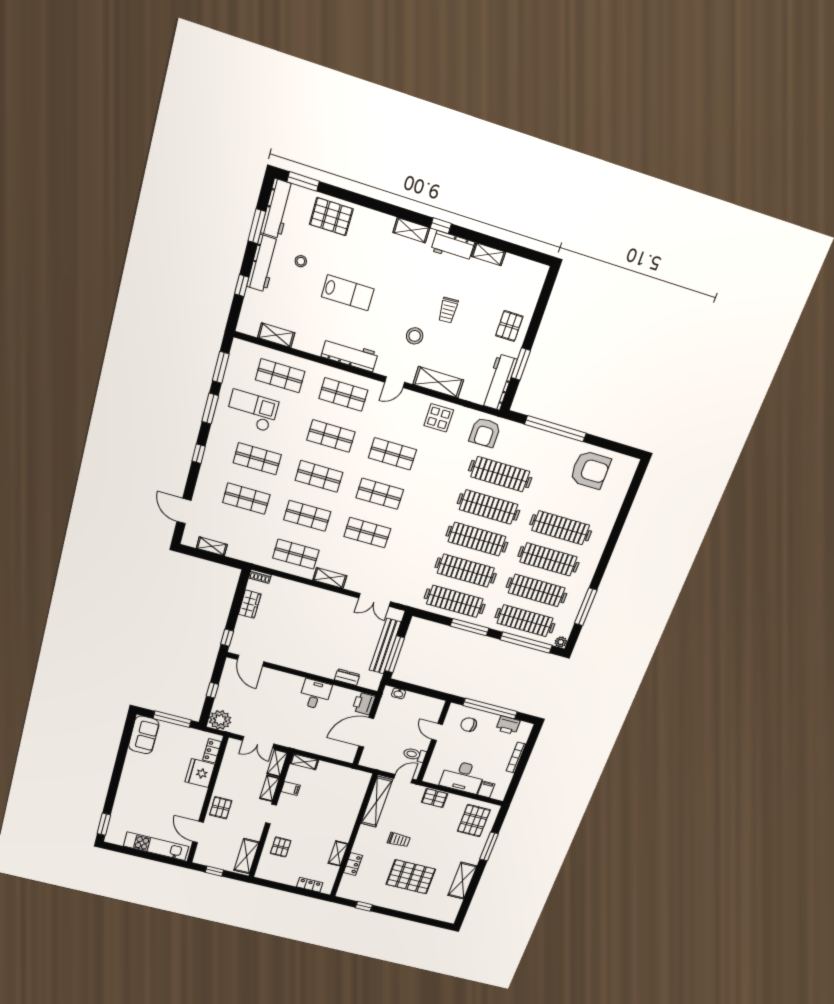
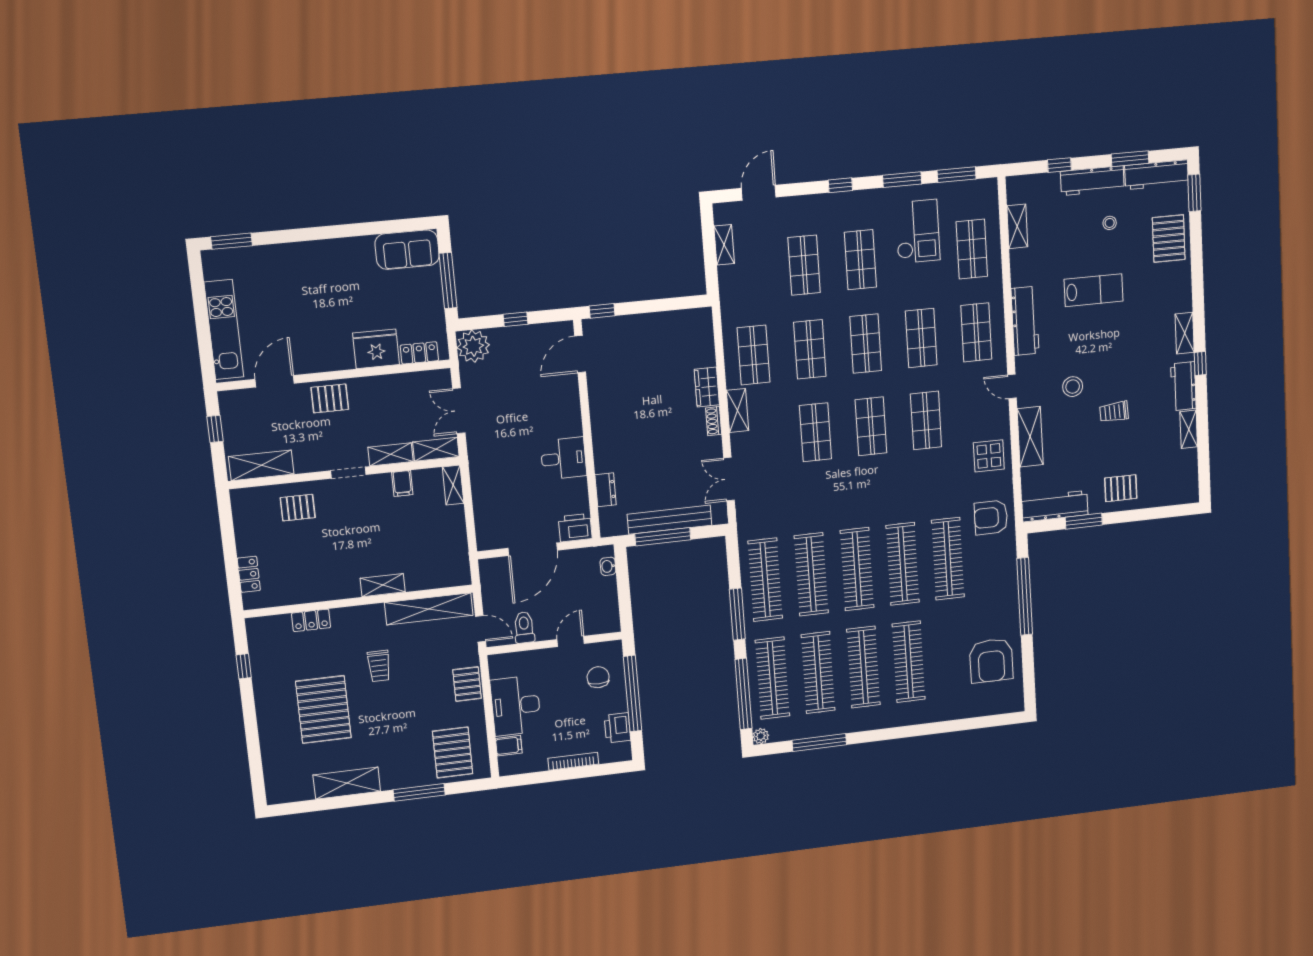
lab bench: (348, 293) -> (1094, 290), turned -90
shoe rack: (260, 576) -> (714, 421), moved
wardrobe: (250, 604) -> (707, 387), moved, turned 90
door: (366, 732) -> (533, 549), swing flipped
pallet: (474, 821) -> (453, 752), turned 90
shelving: (338, 853) -> (383, 585), moved

